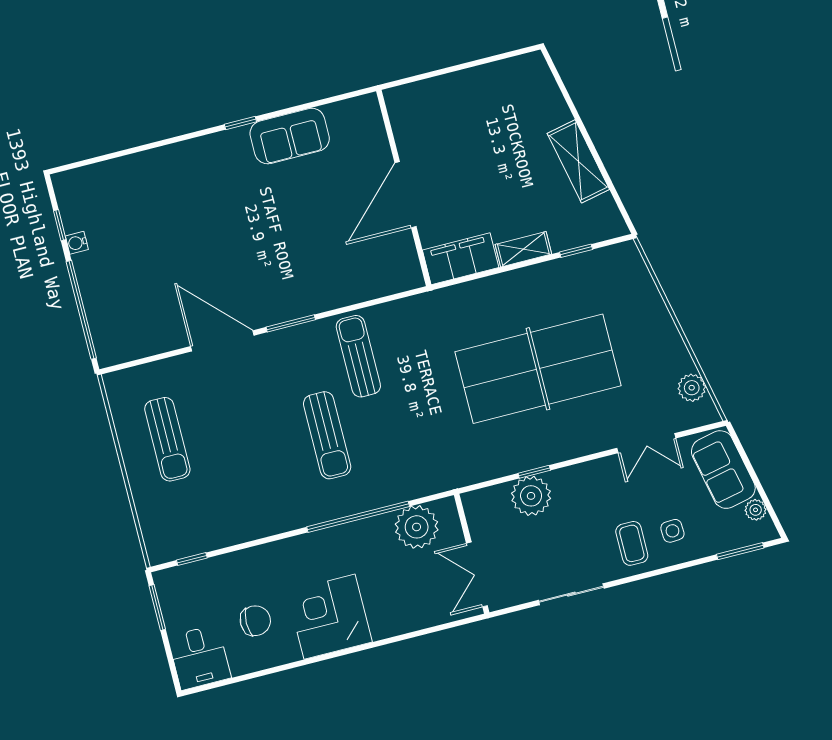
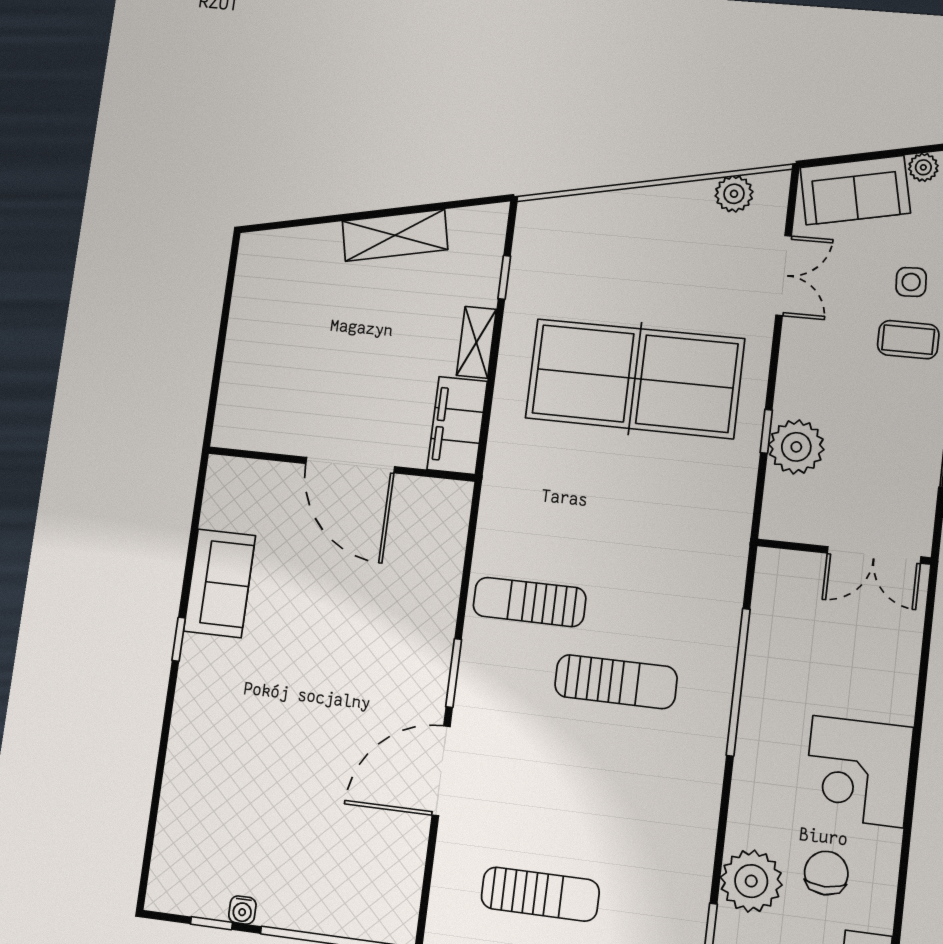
table tennis table: (538, 369) -> (635, 378), turned 90
plant: (417, 527) -> (751, 881), moved

